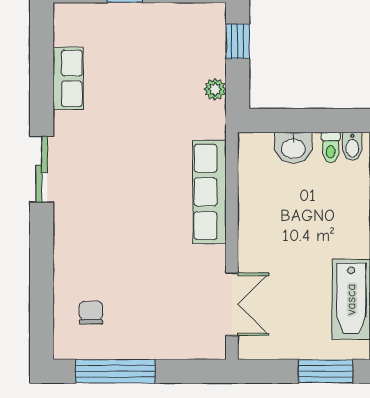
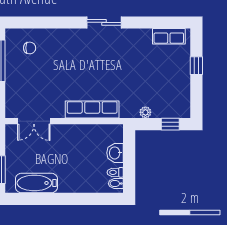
row of seats: (68, 78) -> (169, 36), moved

